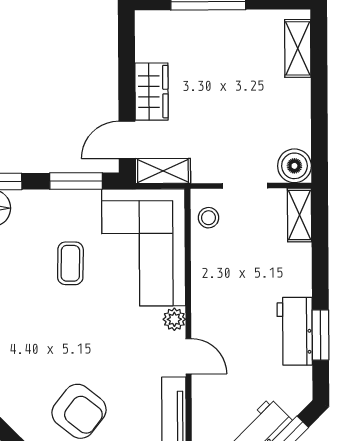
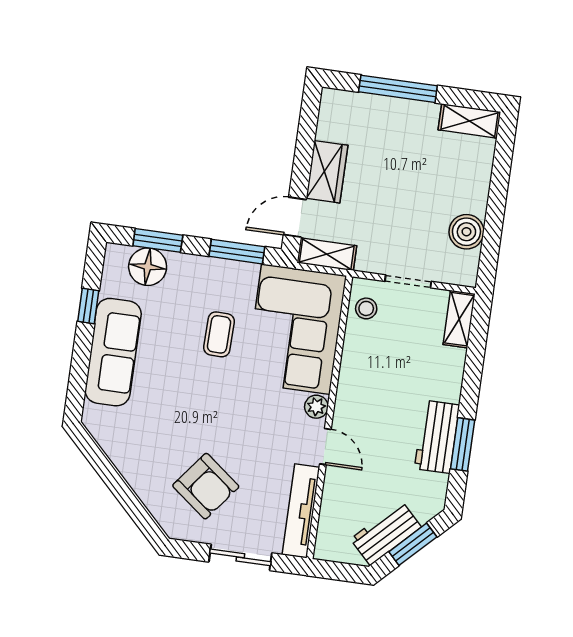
shelving: (298, 48) -> (470, 121), moved, turned 90
boiler: (294, 166) -> (466, 232), moved

